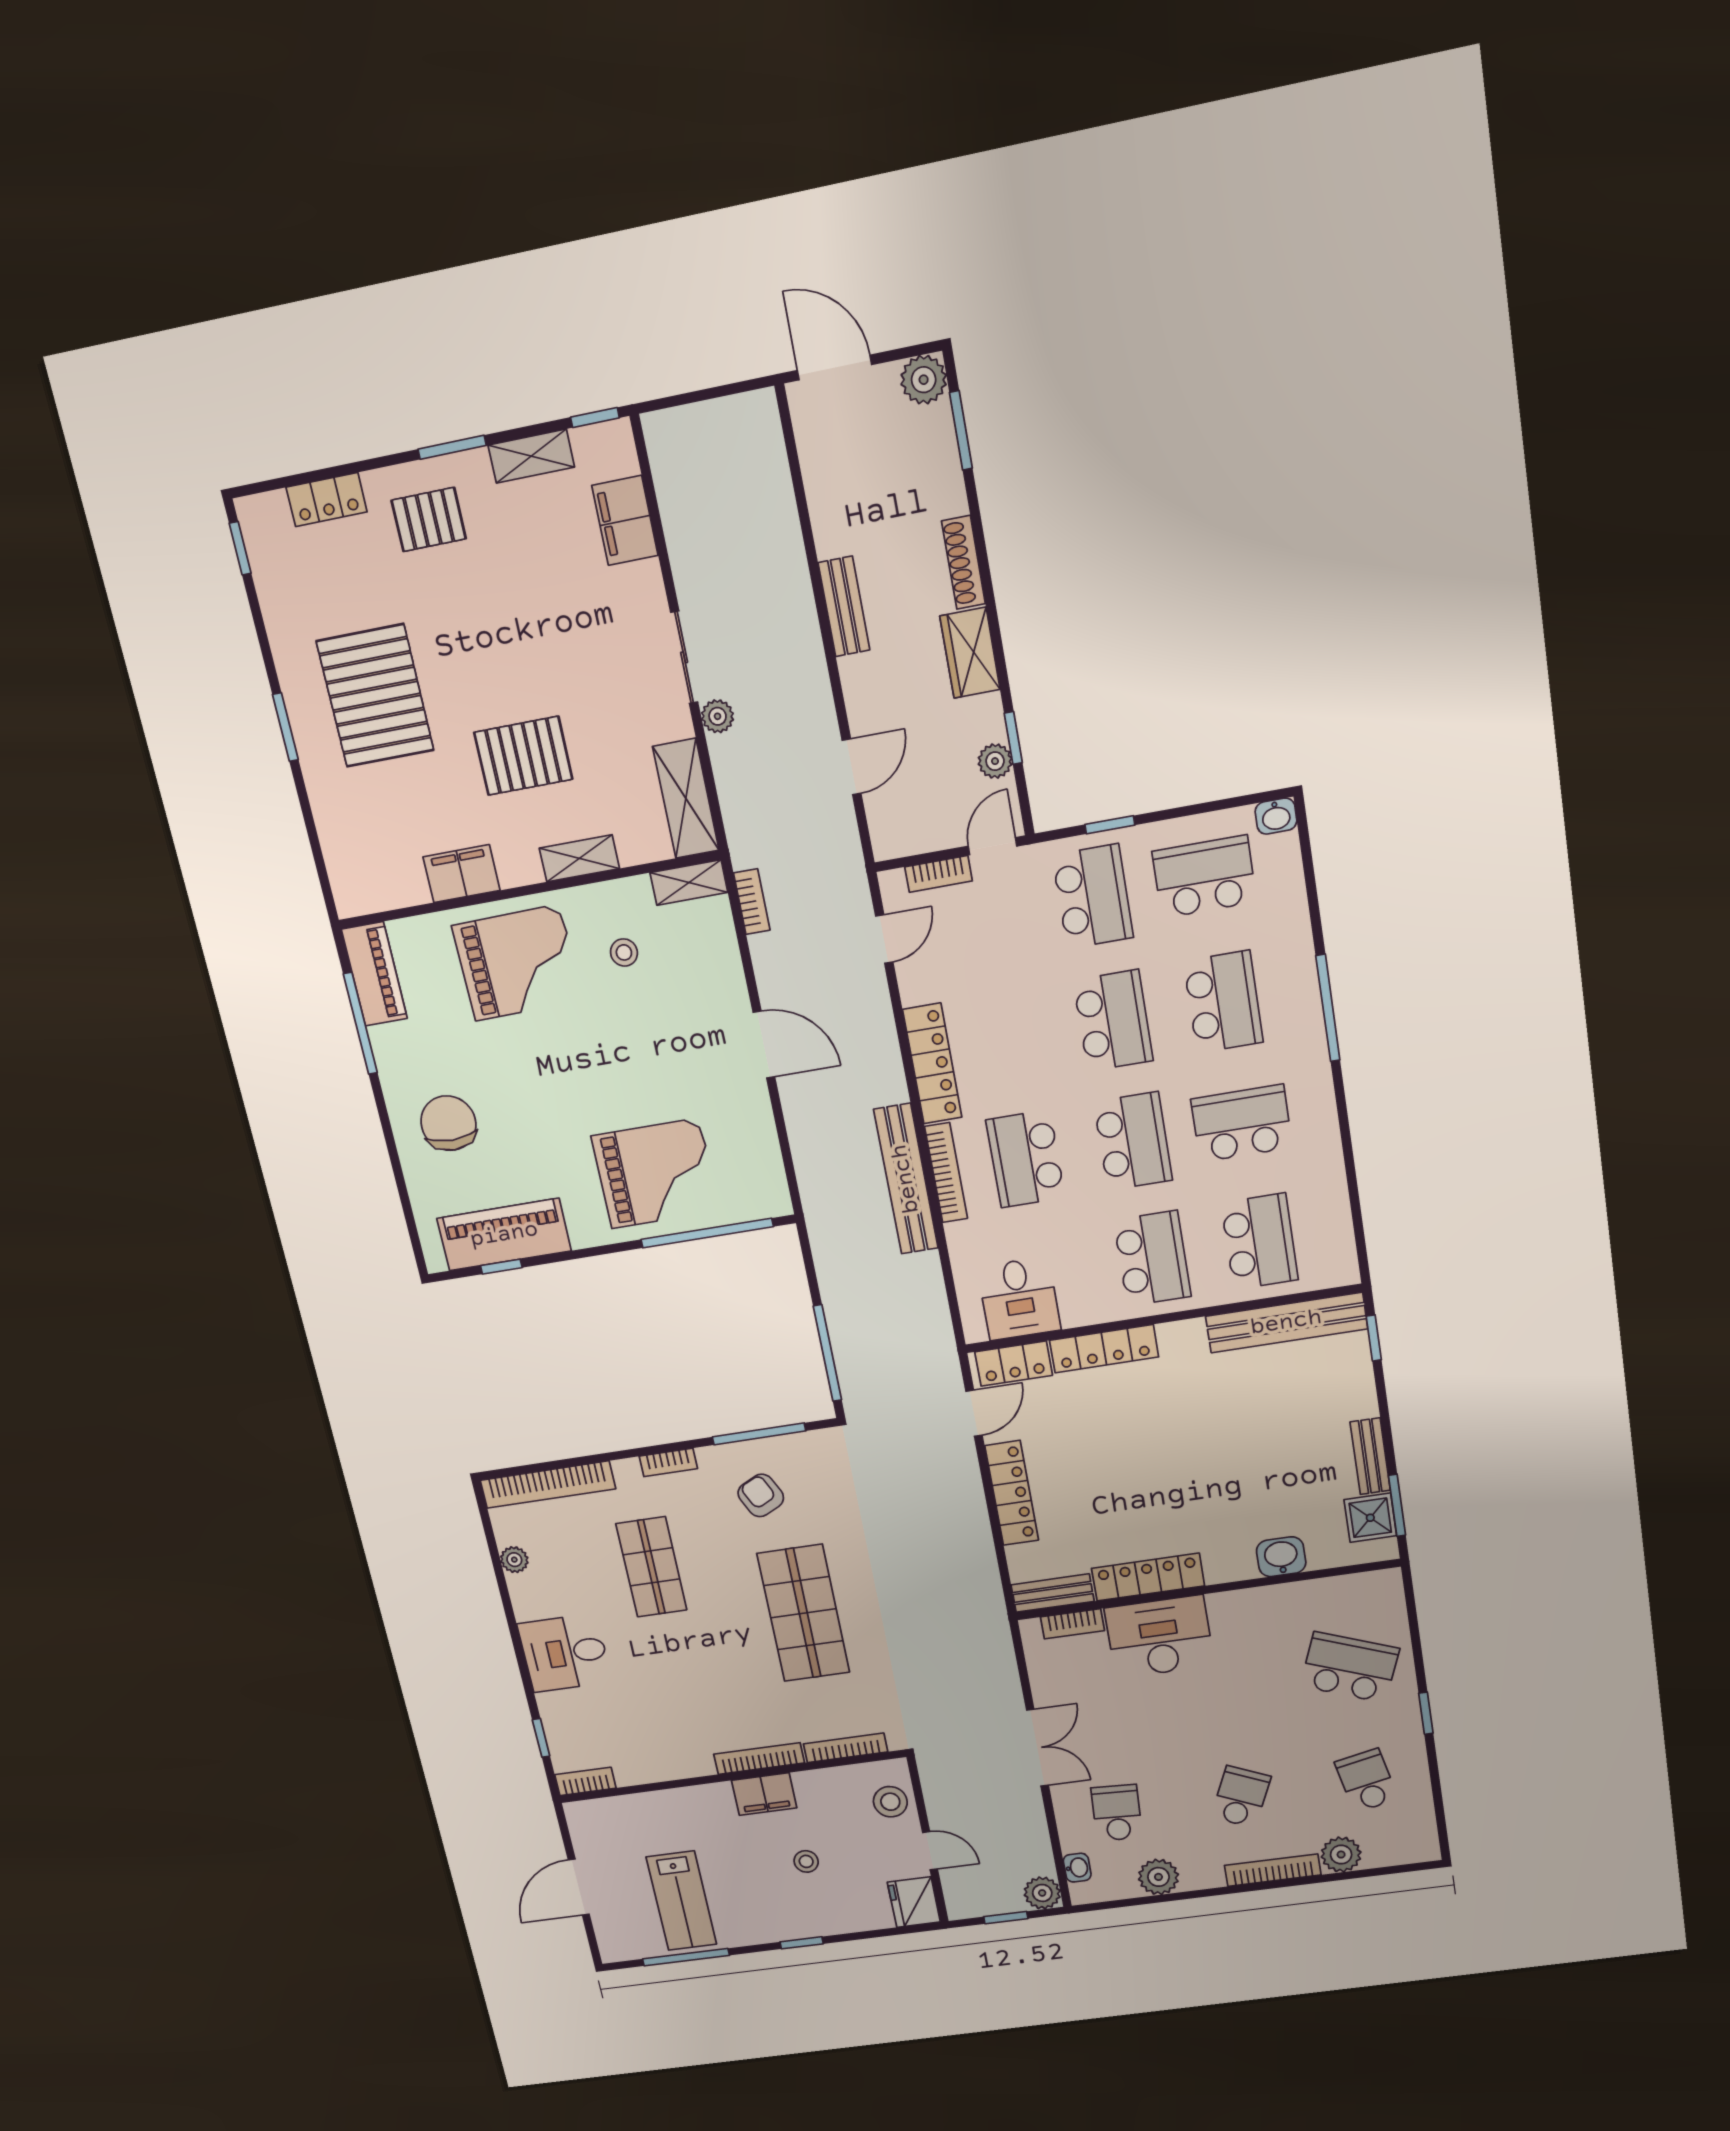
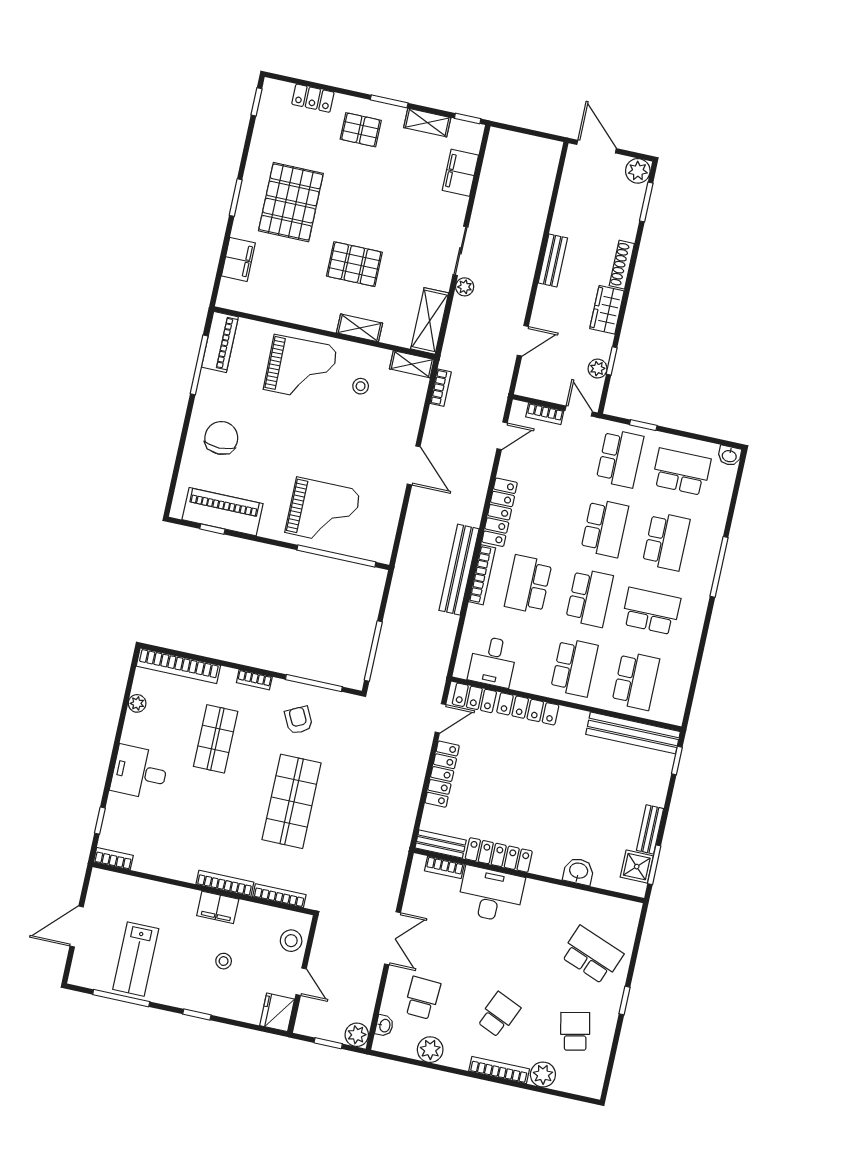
door: (992, 846) -> (579, 411), hinge flipped
filing cabinet: (461, 874) -> (238, 259), moved, turned 90

